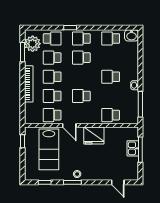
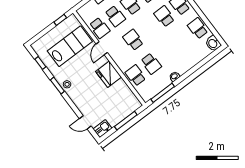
school desk: (111, 77) -> (151, 64), moved, turned 180
school desk: (52, 96) -> (115, 16), turned 180
school desk: (52, 115) -> (100, 28), turned 180
kitchen sink: (133, 148) -> (102, 129), moved
lab bench: (49, 149) -> (70, 46), turned 180
door: (118, 182) -> (85, 122), hinge flipped

